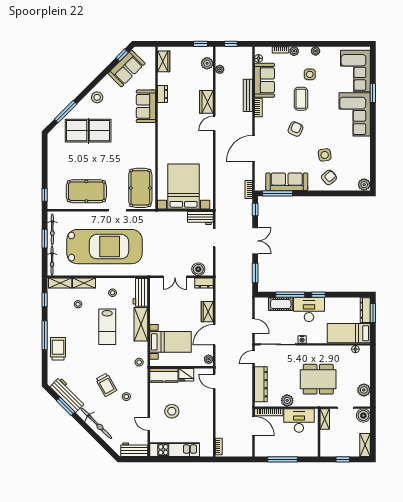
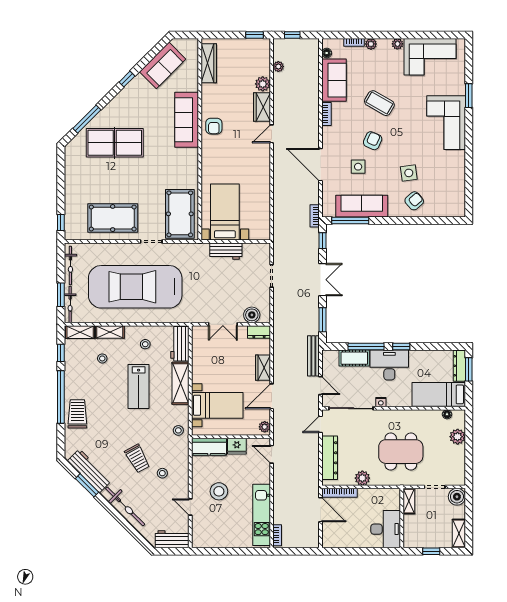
window: (122, 55) -> (127, 79), moved
wardrobe: (164, 61) -> (209, 63), width x1.50
plant: (207, 63) -> (263, 84), moved
corner sofa: (355, 71) -> (430, 57), moved, turned -90
side table: (310, 74) -> (358, 167), moved
dresser: (162, 94) -> (207, 97), removed
bench: (248, 95) -> (313, 356), moved
stool: (97, 97) -> (126, 101), removed
coffee table: (301, 99) -> (379, 103), turned -60
sofa: (146, 106) -> (187, 120), width x1.36
armchair: (168, 117) -> (214, 126), added
door: (254, 148) -> (320, 165), hinge flipped
plant: (364, 185) -> (458, 210), removed
bed with nightstands: (184, 186) -> (225, 212), width x0.73
workbench: (200, 218) -> (226, 251), moved
window: (45, 239) -> (61, 295), moved
car: (104, 247) -> (135, 287), turned 180
window: (45, 335) -> (61, 397), width x1.46
plant: (364, 390) -> (458, 437), moved
desk: (299, 421) -> (386, 529), moved, turned 90
kitchen unit: (175, 450) -> (262, 515), moved, turned -90
window: (282, 459) -> (356, 551), removed

